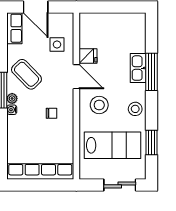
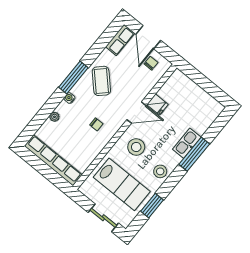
chair: (55, 26) -> (151, 63), added
side table: (57, 45) -> (142, 77), removed
door: (76, 77) -> (136, 113), hinge flipped
plant: (12, 98) -> (54, 117), moved

